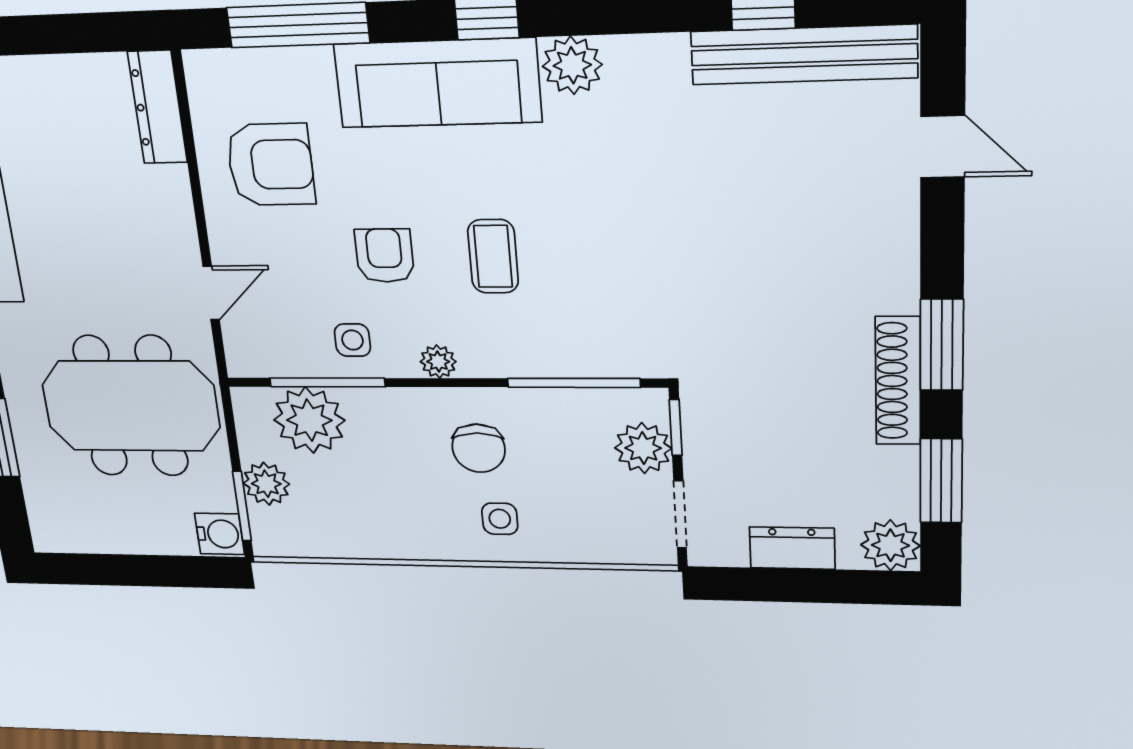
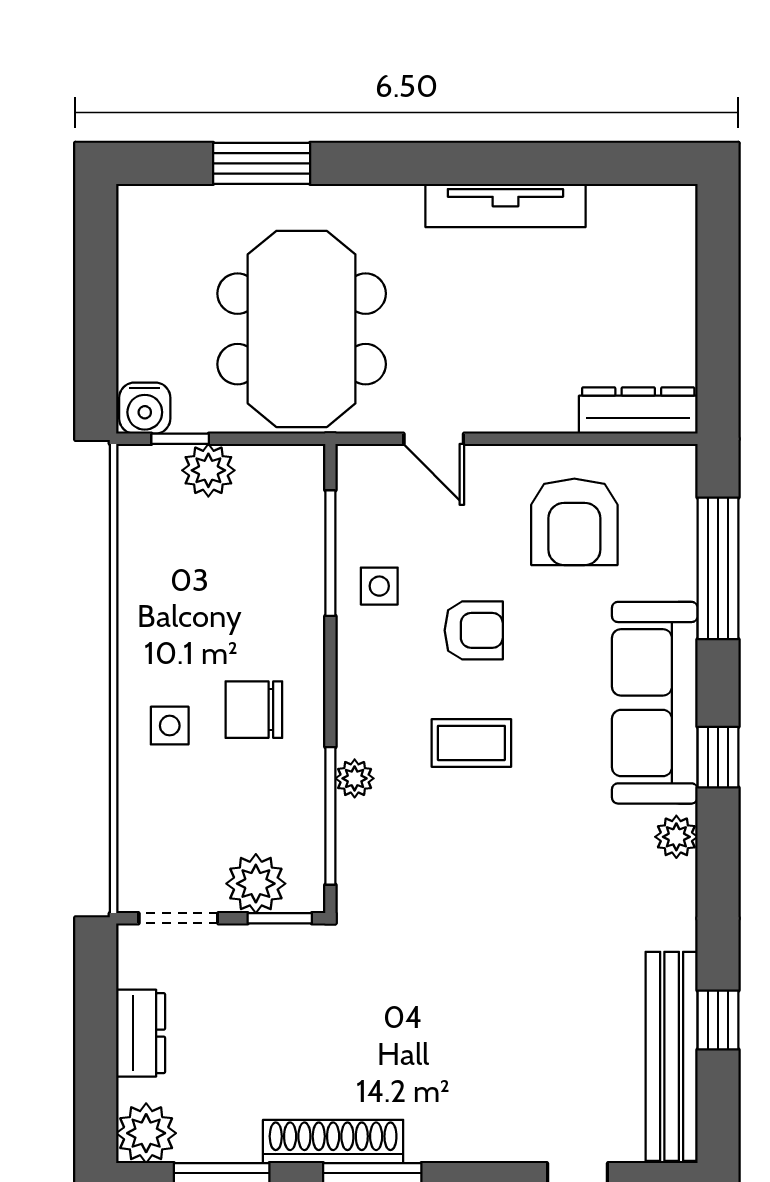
plant: (572, 65) -> (676, 837), width x0.73, depth x0.73
plant: (438, 362) -> (355, 778), moved
plant: (309, 420) -> (286, 528), removed
window: (242, 506) -> (180, 439), width x0.67

